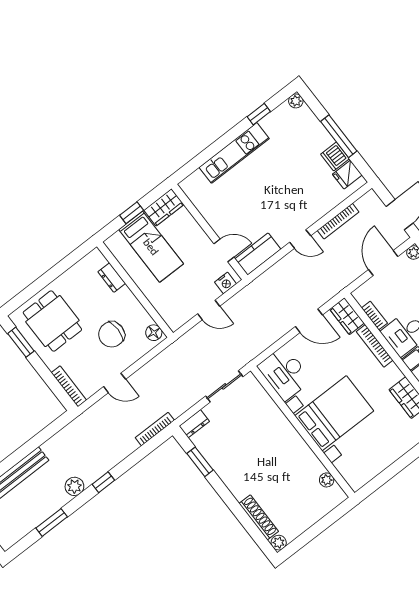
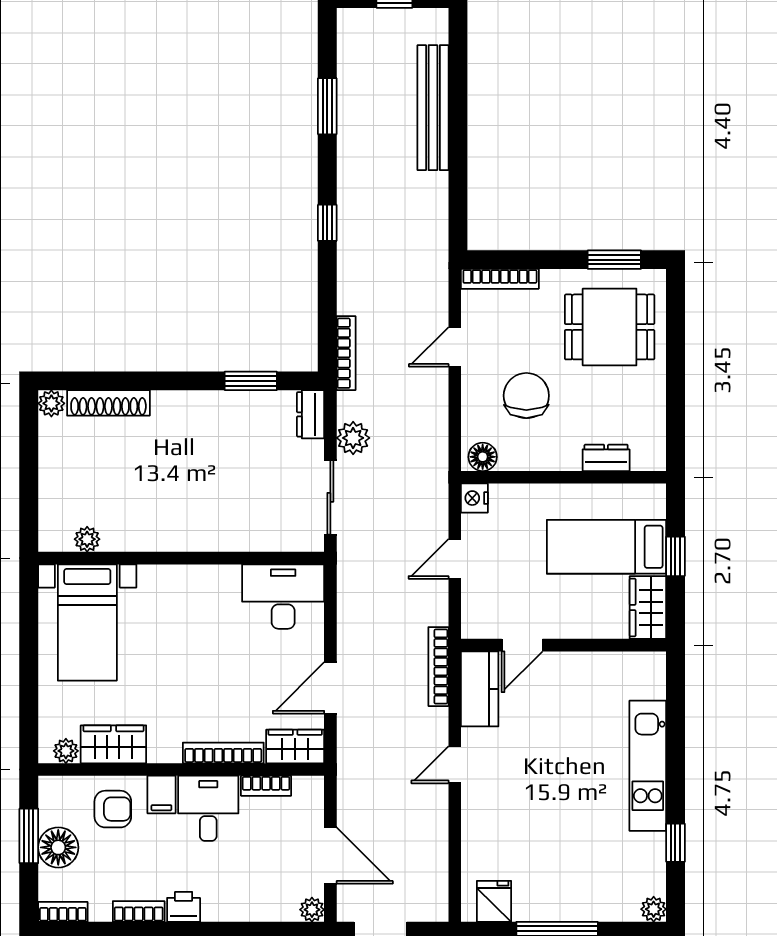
dishwasher: (335, 156) -> (533, 904), removed
bookcase: (338, 221) -> (438, 667), moved
nightstand: (226, 283) -> (474, 498), moved
bed with nightstands: (334, 413) -> (87, 622), moved, width x0.73
plant: (74, 486) -> (353, 438), moved

